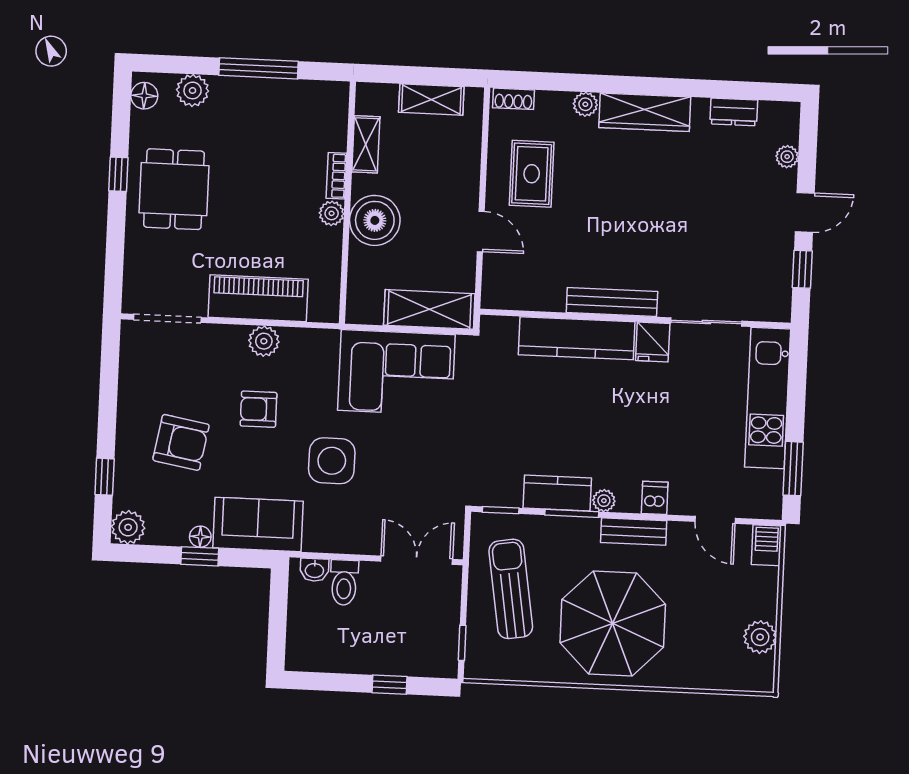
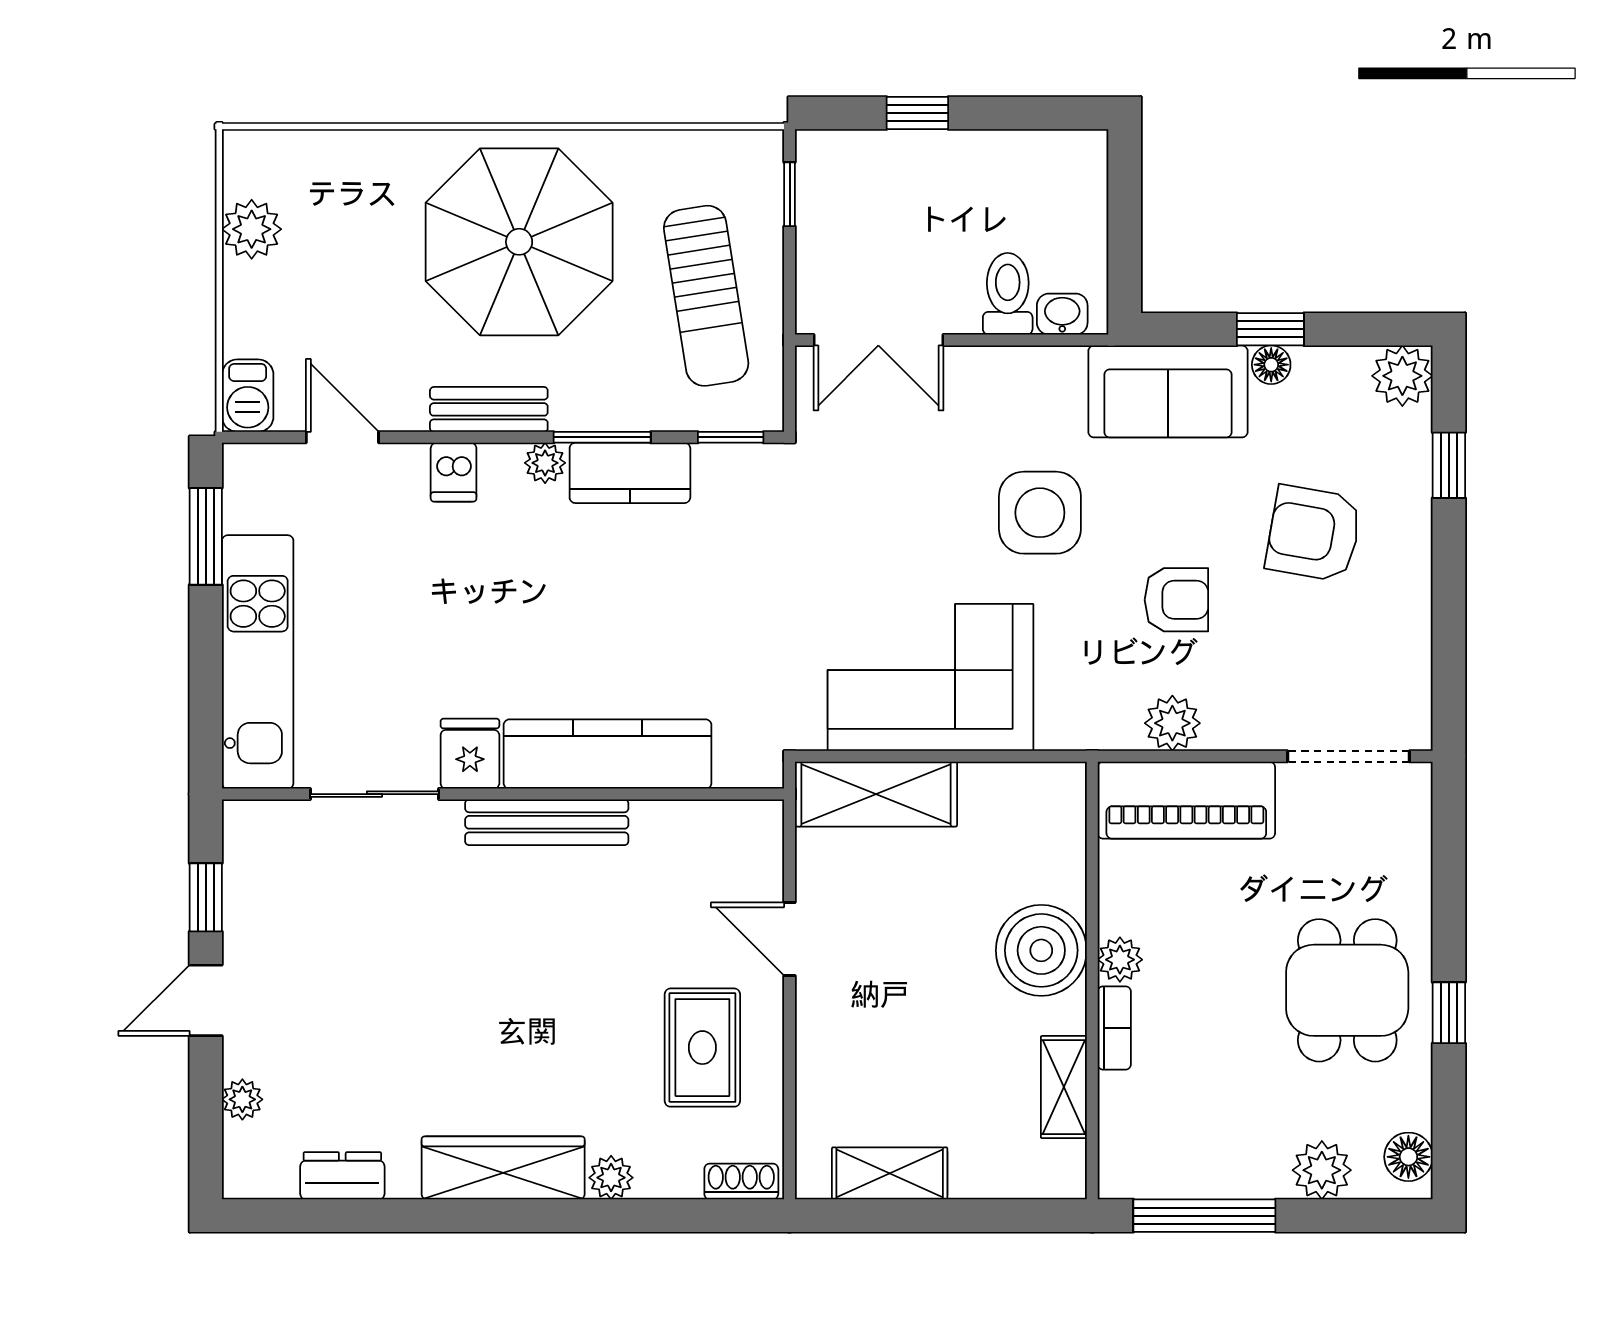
shelving: (366, 144) -> (1064, 1087), moved
bookcase: (336, 176) -> (1114, 1028), moved
wall: (347, 202) -> (1092, 981), moved
plant: (332, 213) -> (1120, 960), moved
boiler: (375, 220) -> (1041, 950), moved

